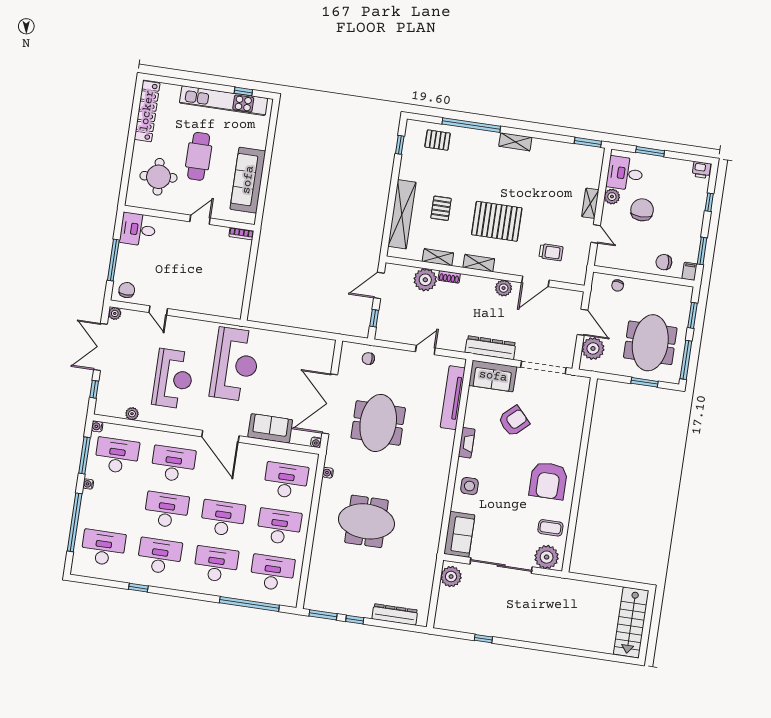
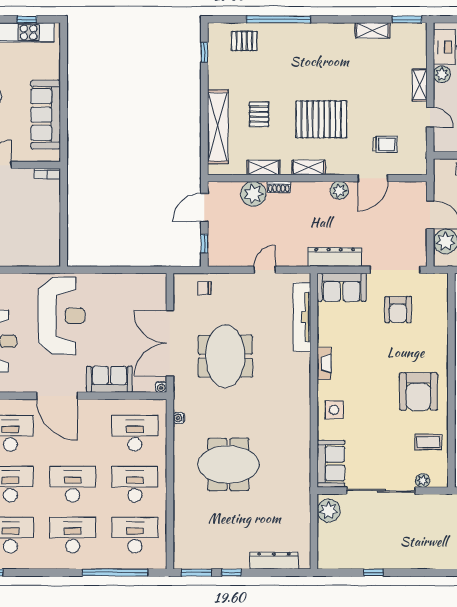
shelving: (515, 142) -> (372, 30), moved
armchair: (514, 421) -> (398, 310), moved, turned 133
plant: (547, 557) -> (423, 480), width x0.53, depth x0.53

